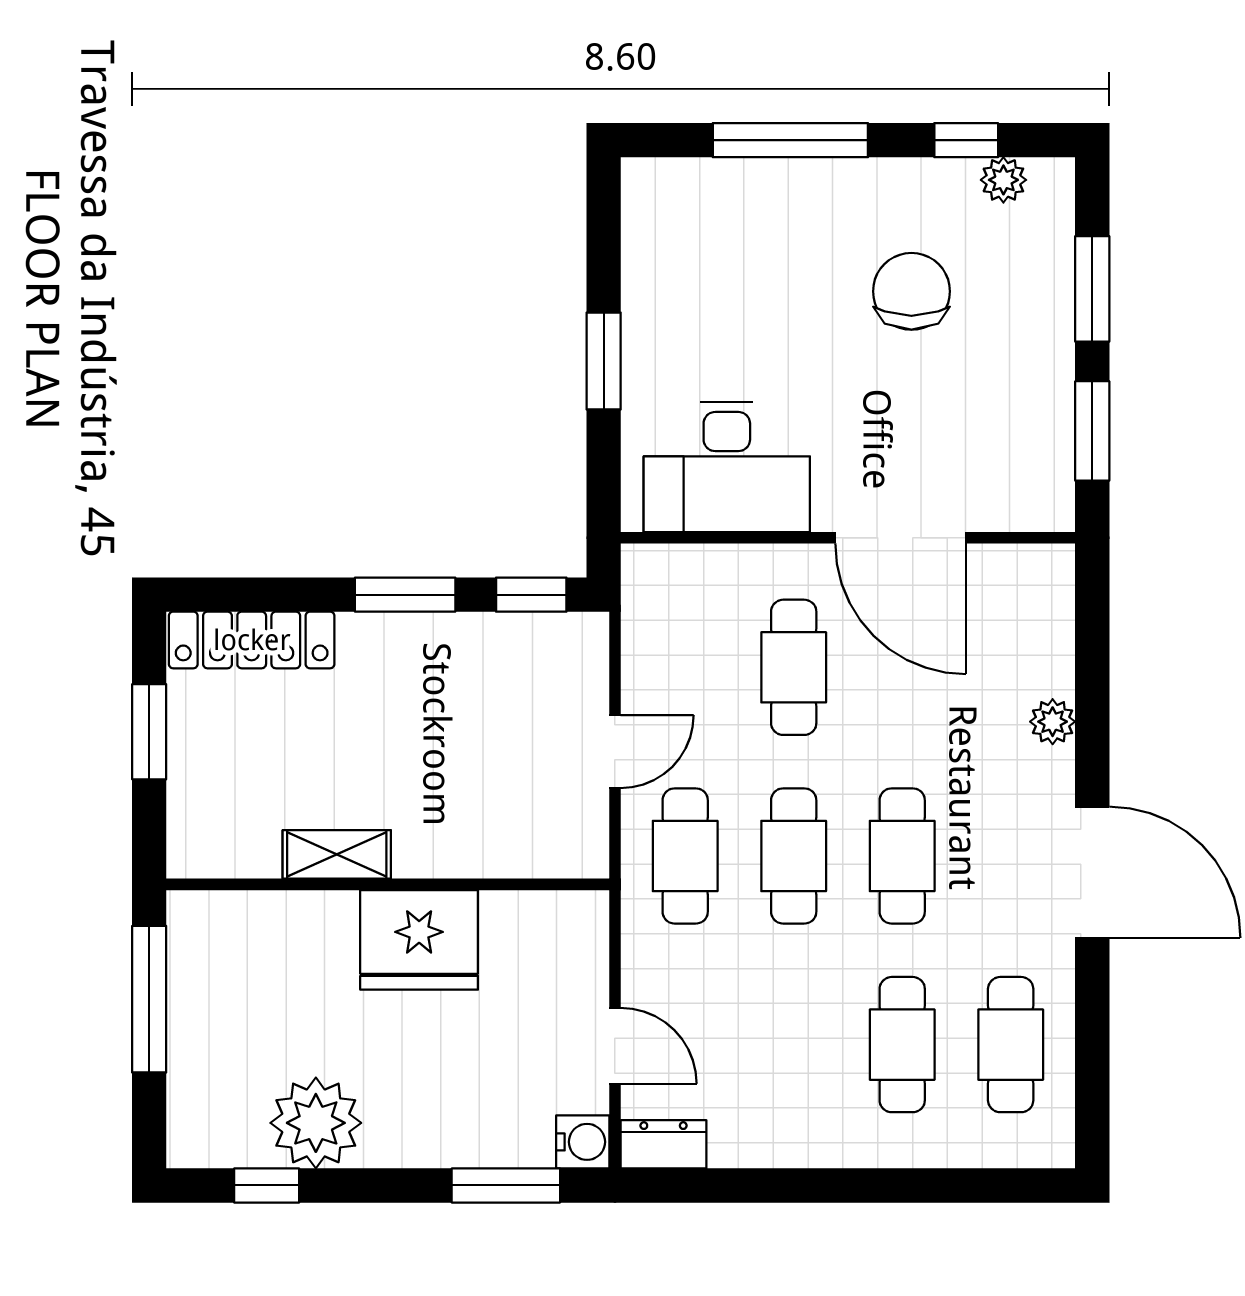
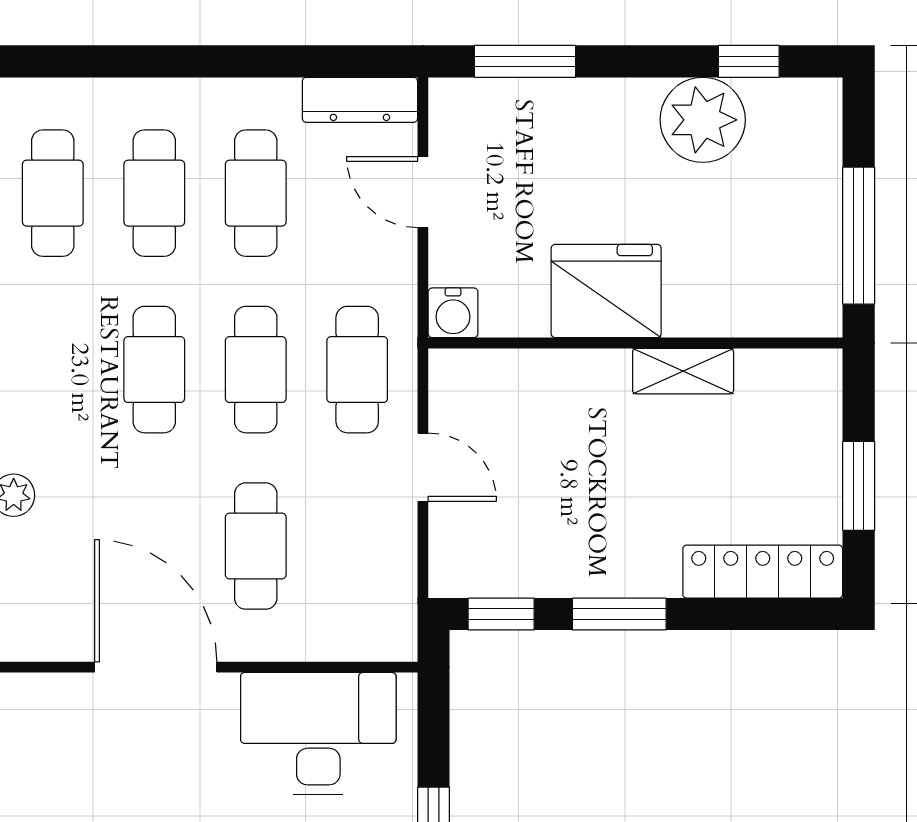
door: (615, 752) -> (423, 467), swing flipped
cafe table: (794, 1045) -> (256, 193), added
water cooler: (583, 1142) -> (453, 313), moved, turned -90
dresser: (664, 1144) -> (360, 100), width x1.44

